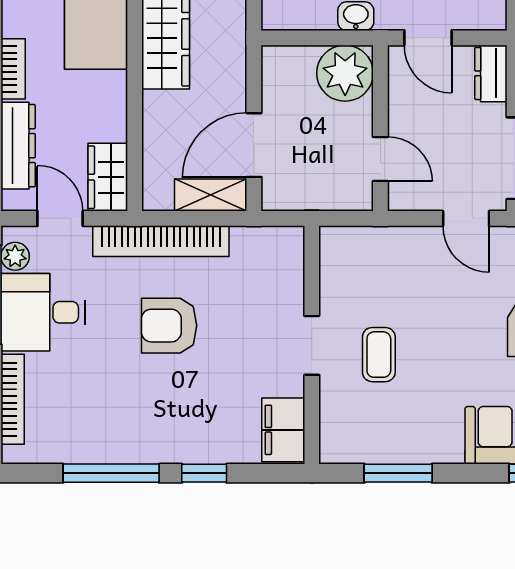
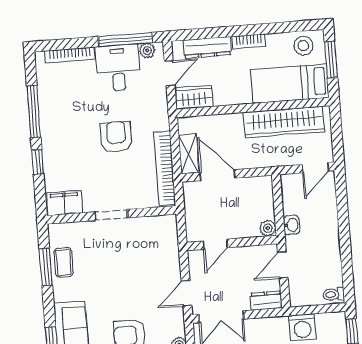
plant: (345, 73) -> (268, 228), width x0.53, depth x0.53
bookcase: (161, 241) -> (165, 168), moved
coffee table: (379, 355) -> (64, 262), moved, turned 90

